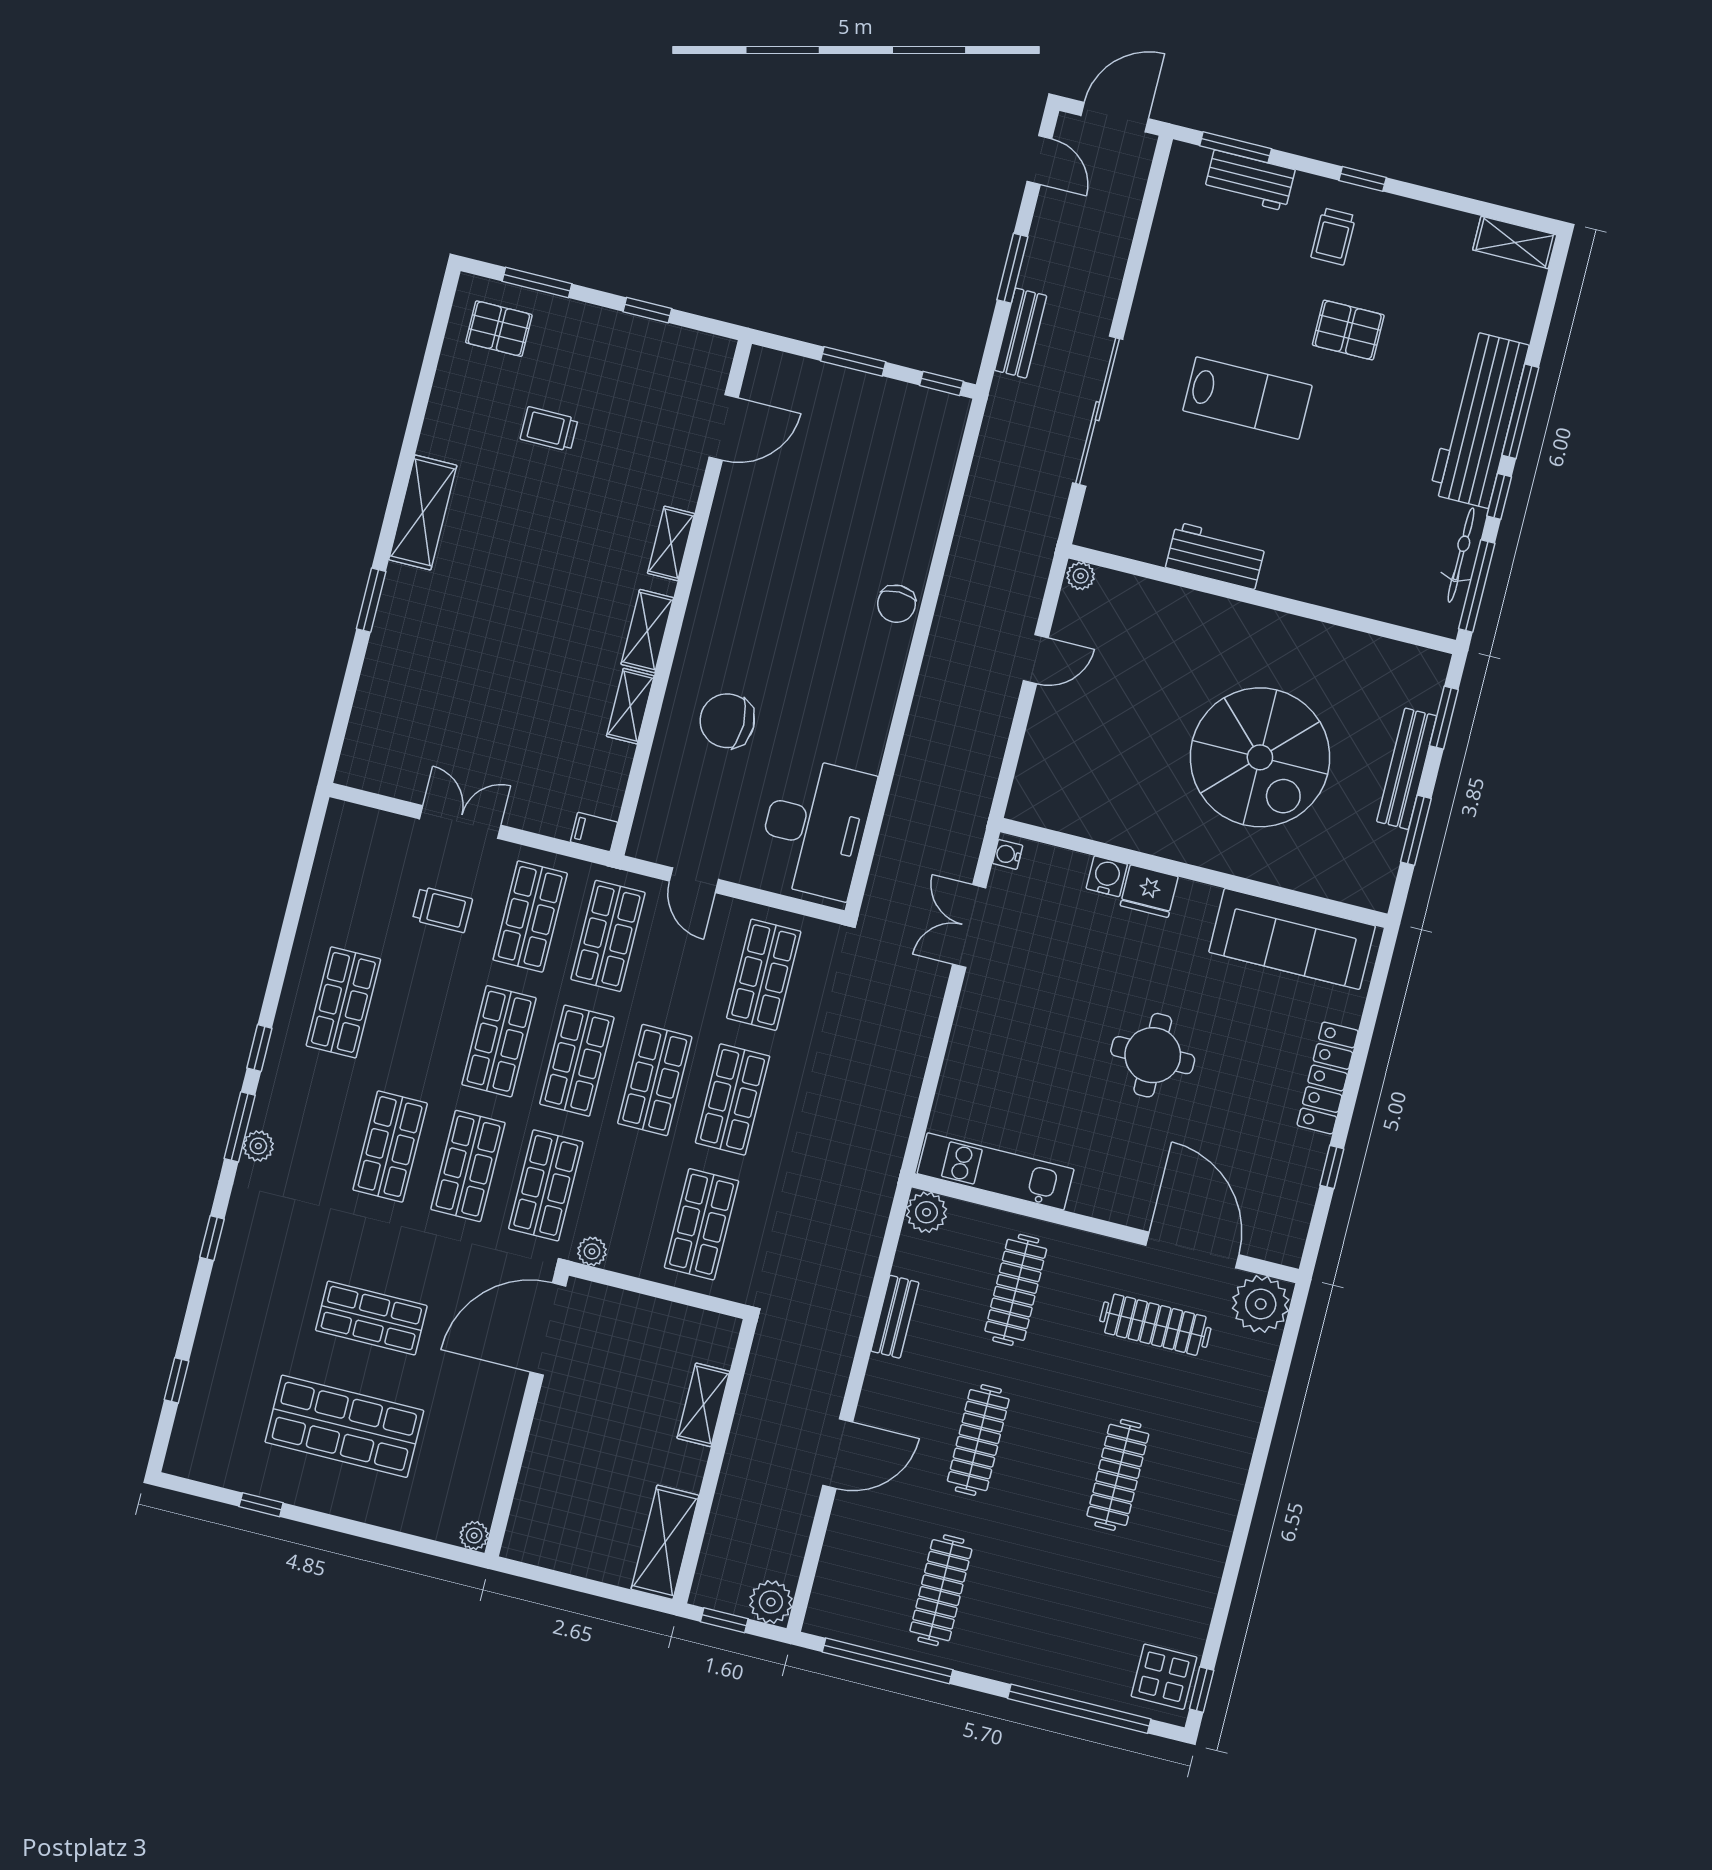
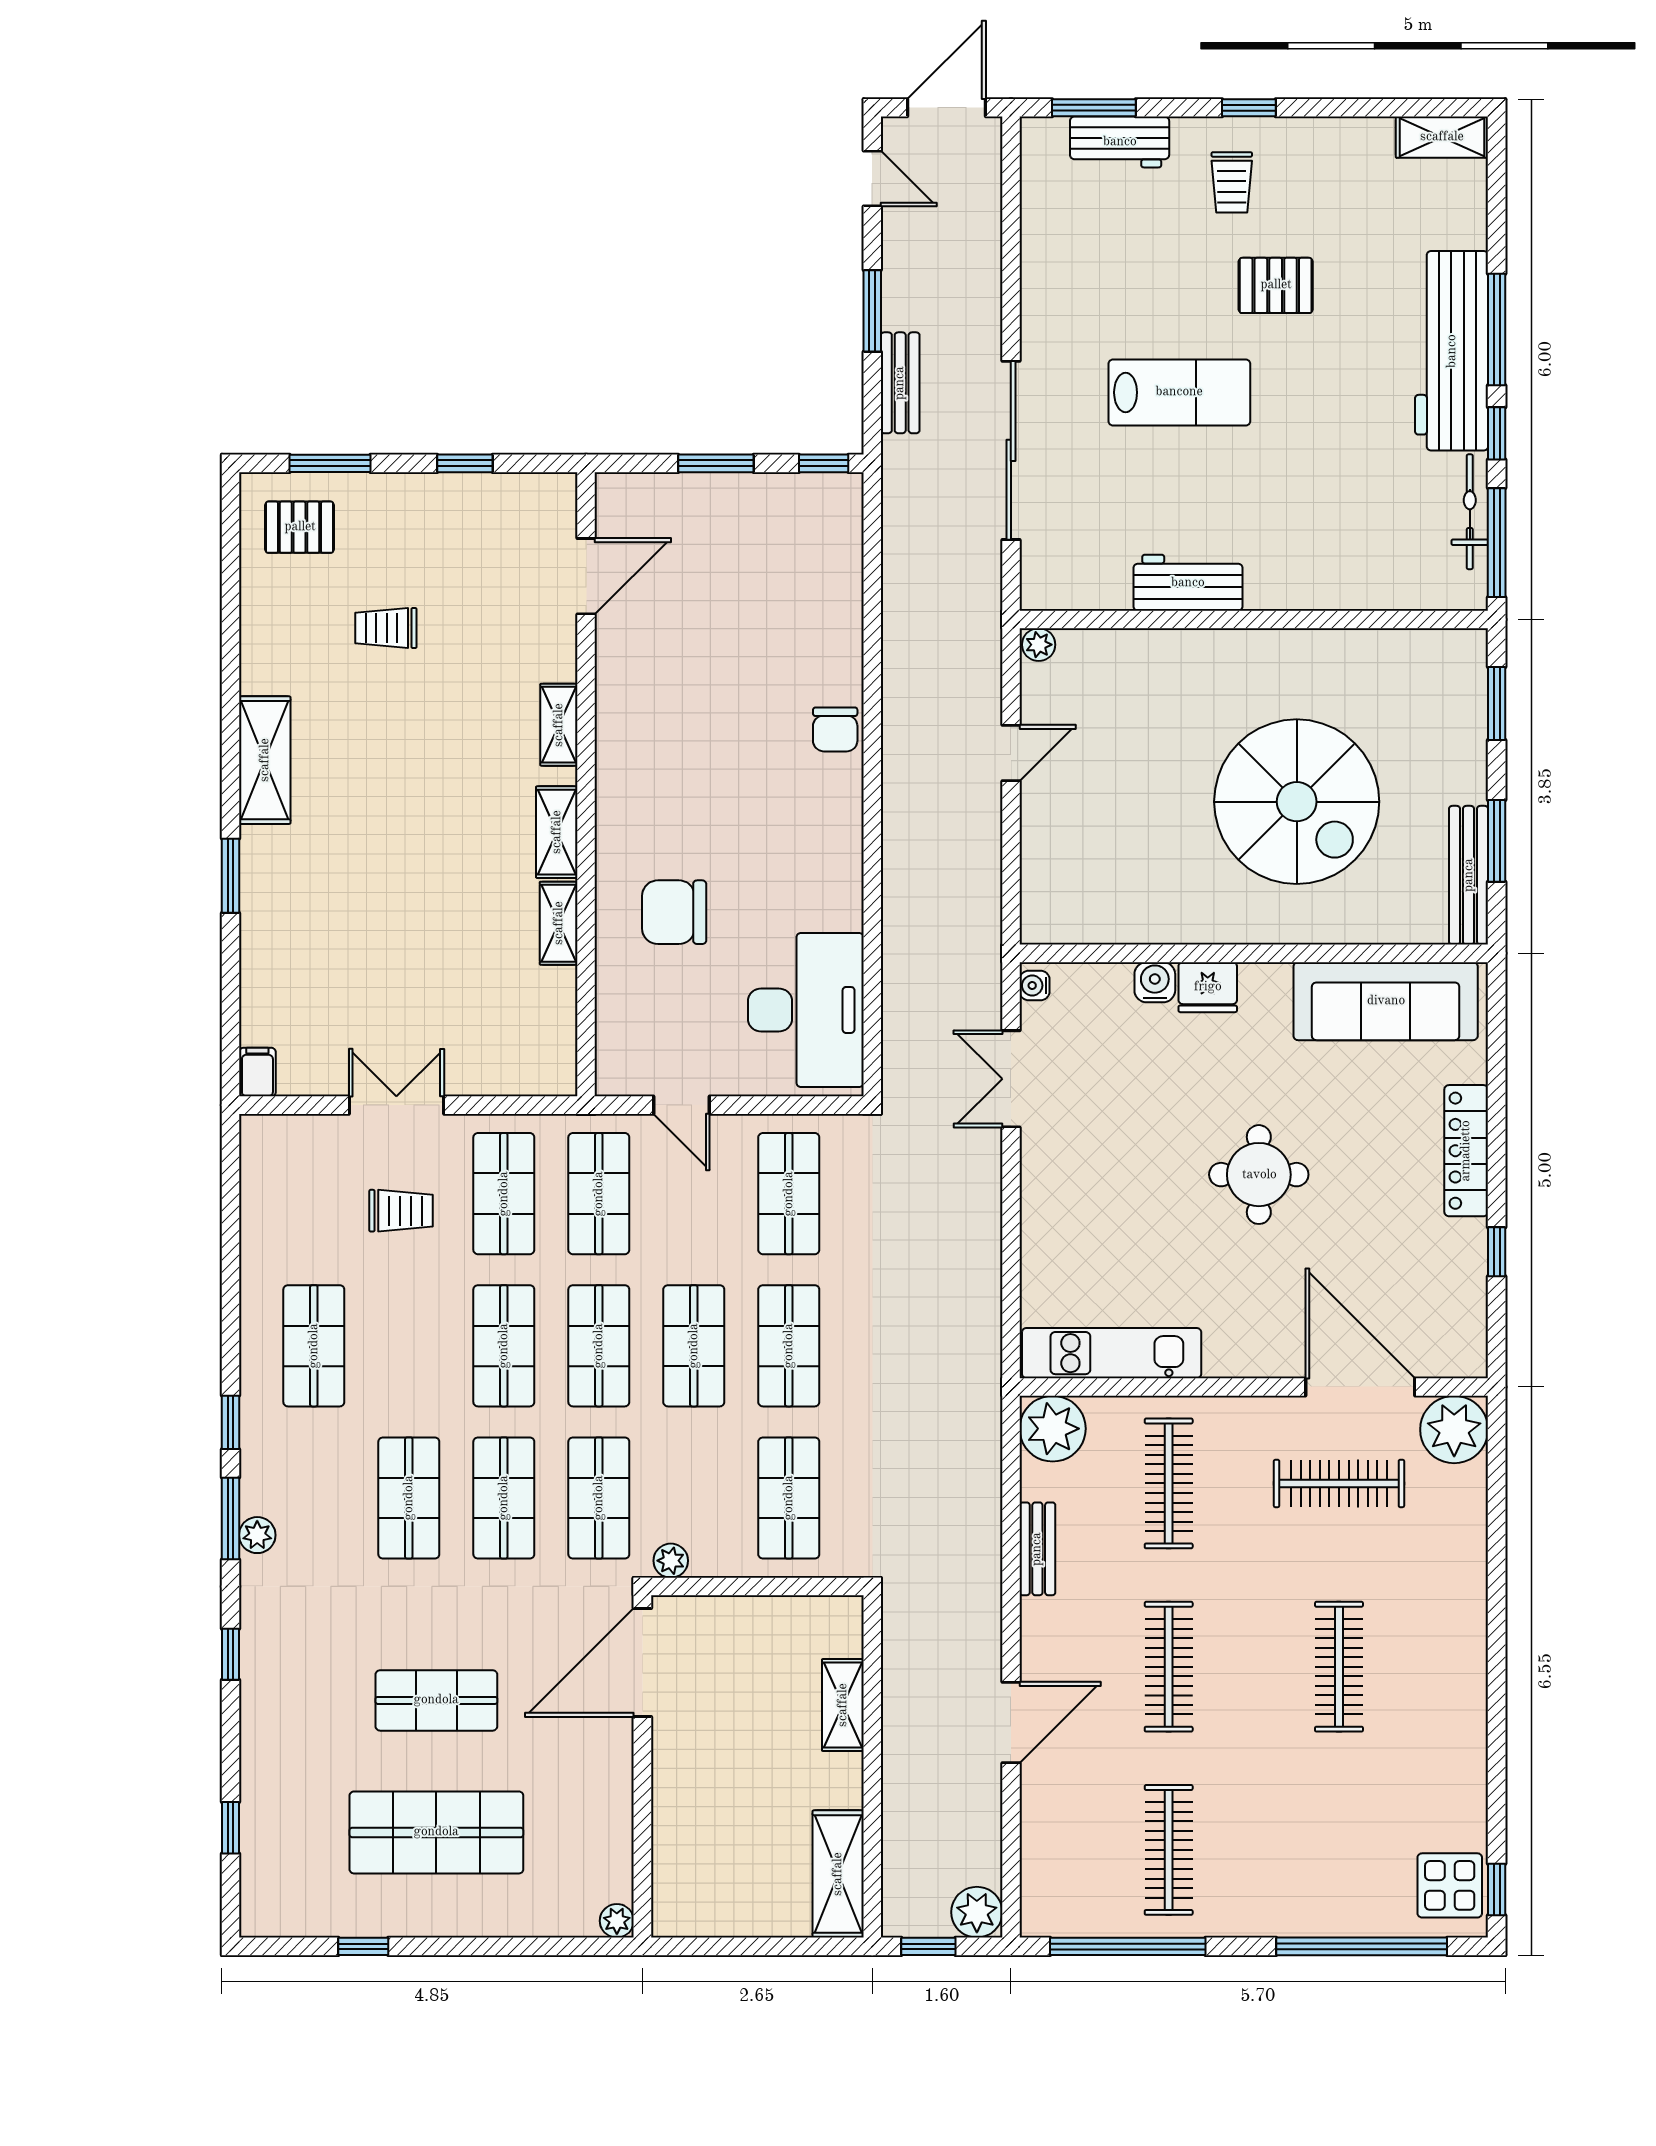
bench: (1407, 769) -> (1469, 875), moved
filing cabinet: (594, 832) -> (257, 1072), moved, turned 90
plant: (926, 1212) -> (1053, 1429), width x1.36, depth x1.36

